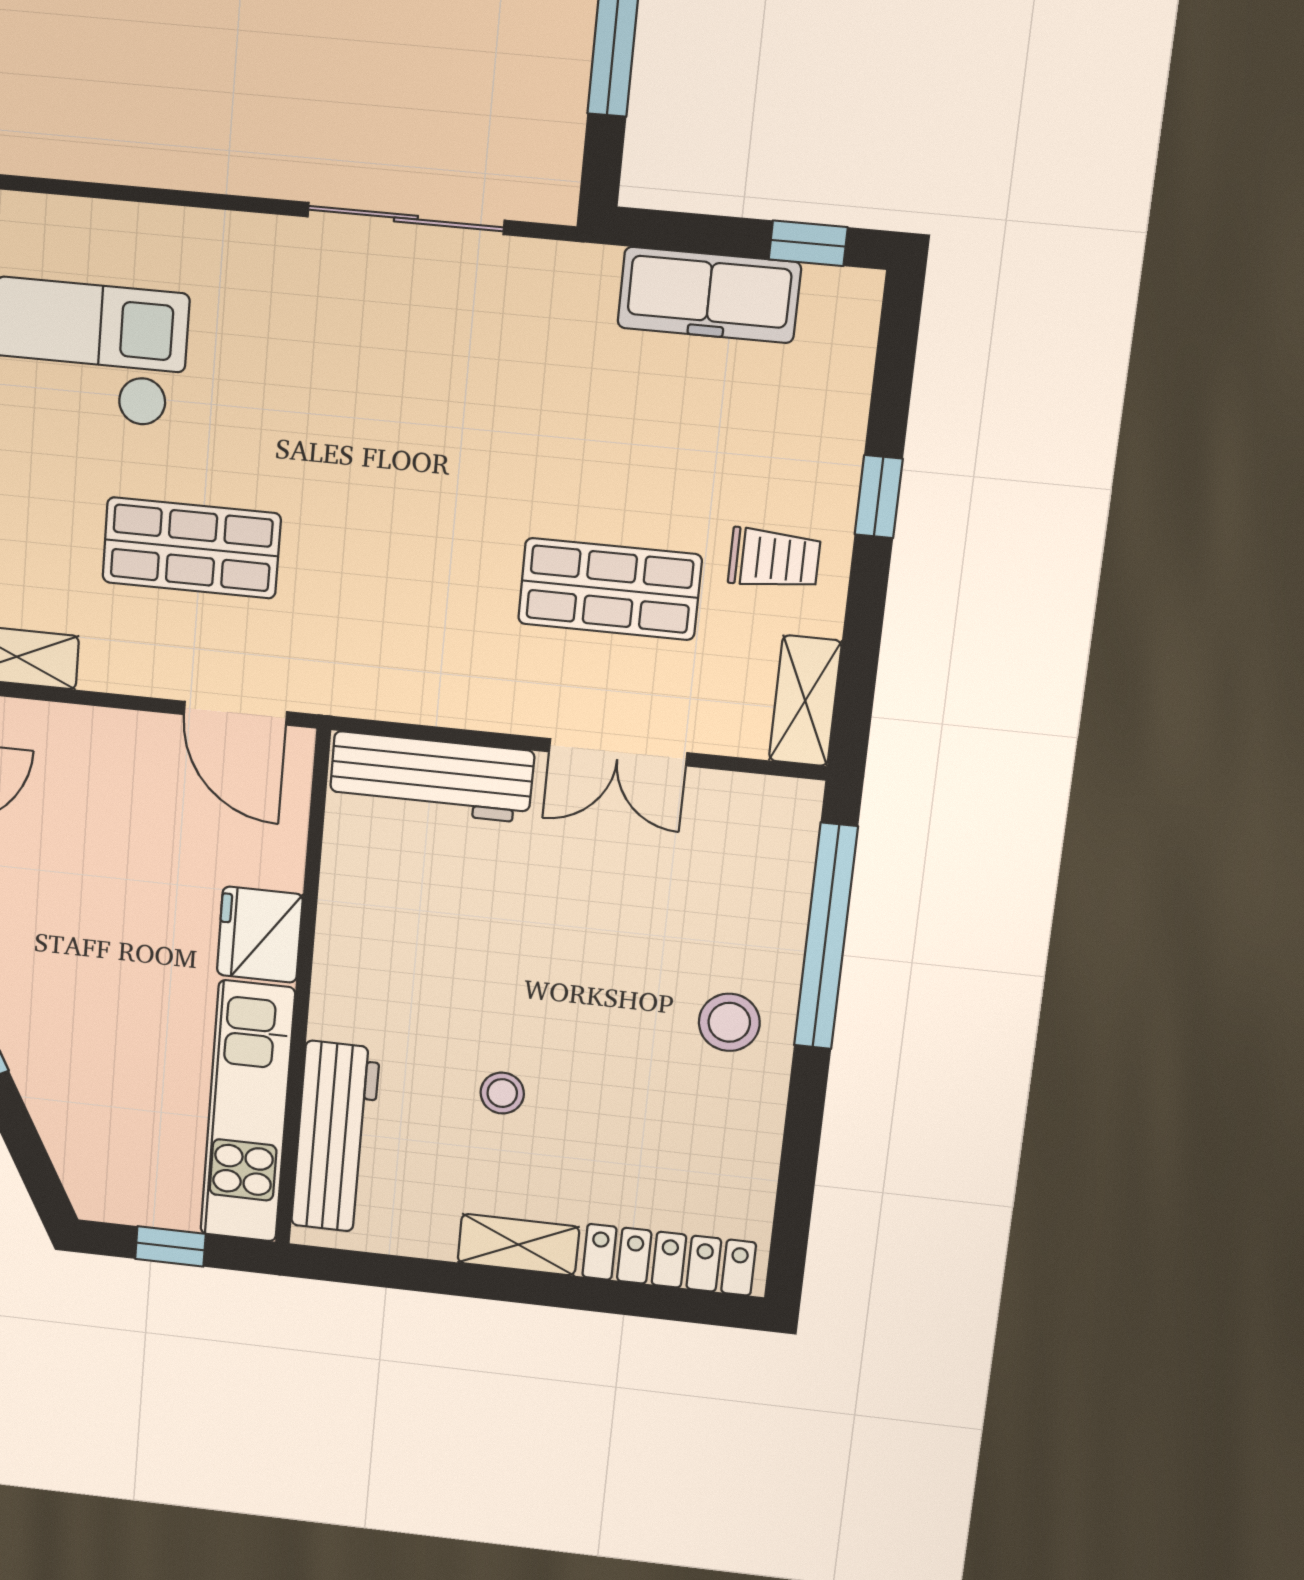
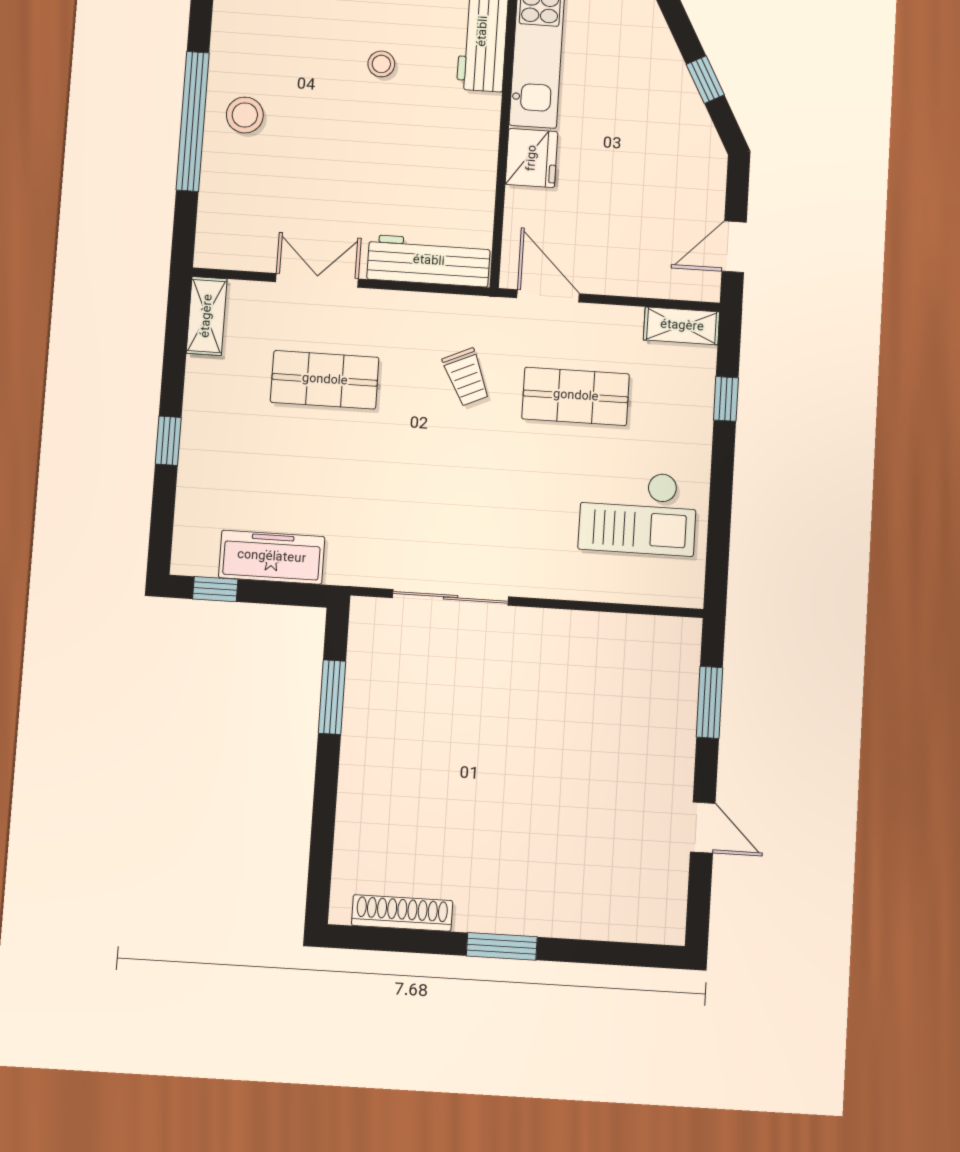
trolley: (774, 559) -> (466, 377), moved, turned -114
window: (826, 937) -> (193, 121), moved

